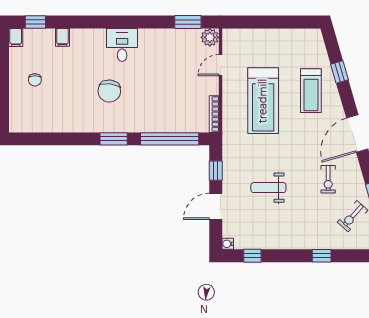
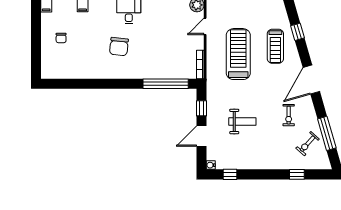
treadmill: (263, 101) -> (238, 54), turned 180
window: (114, 139) -> (122, 84), removed
weight bench: (268, 188) -> (242, 121), turned 180
window: (322, 256) -> (297, 174), moved

